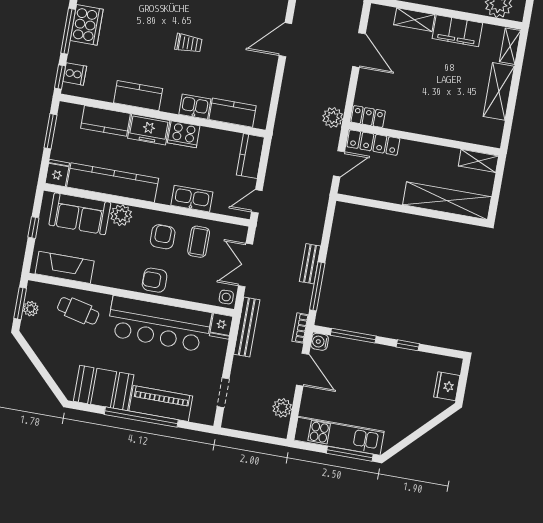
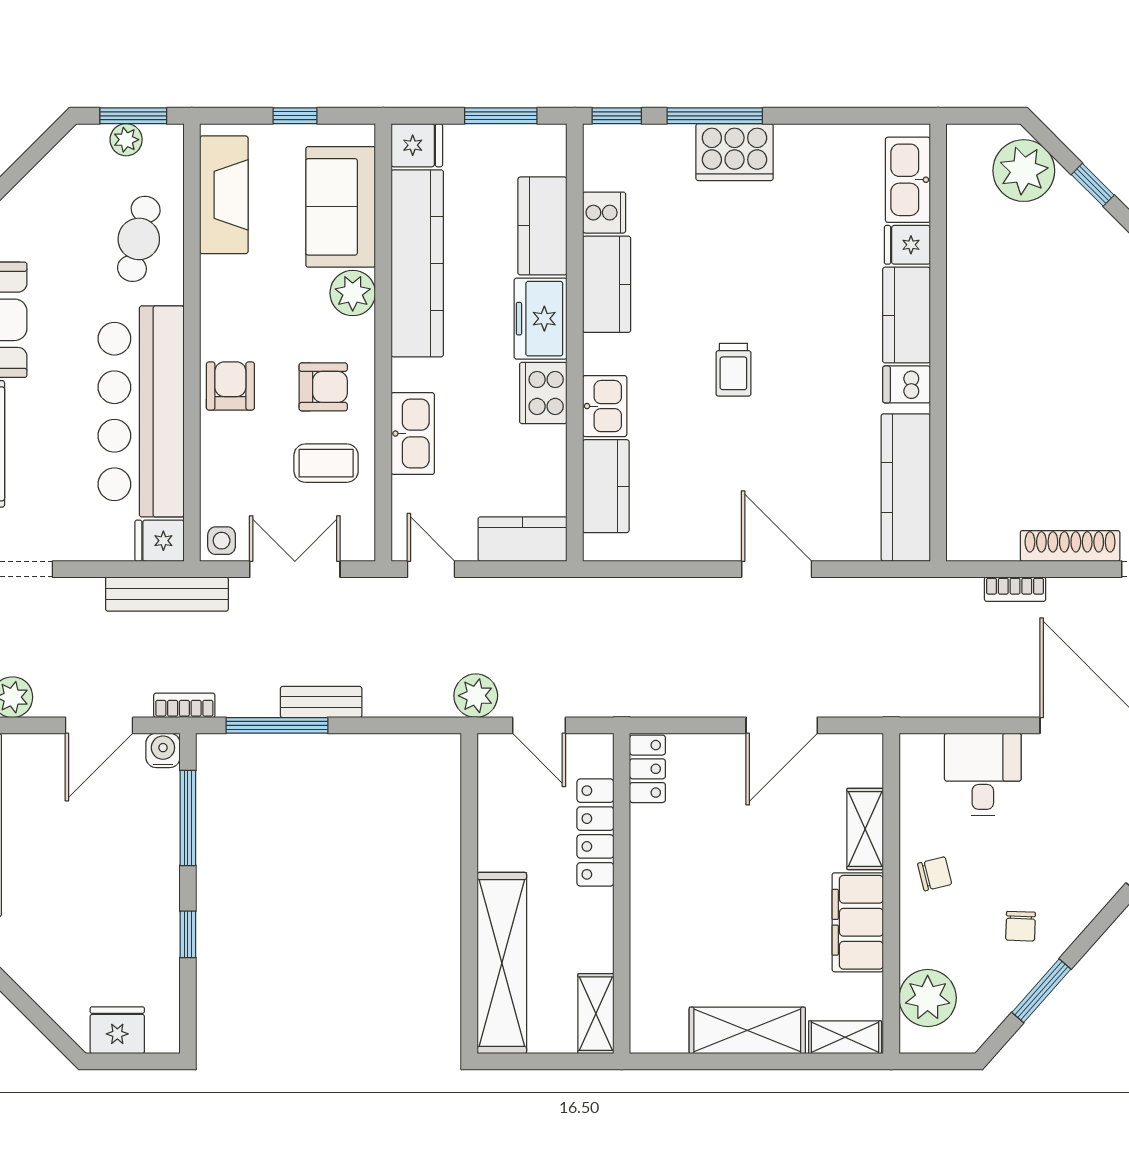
cooker: (75, 74) -> (604, 213), moved, turned -90
plant: (333, 117) -> (476, 696), moved
locker: (373, 143) -> (595, 832), moved

